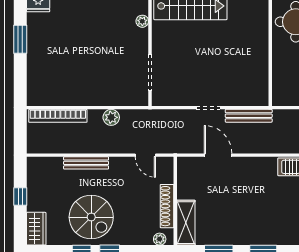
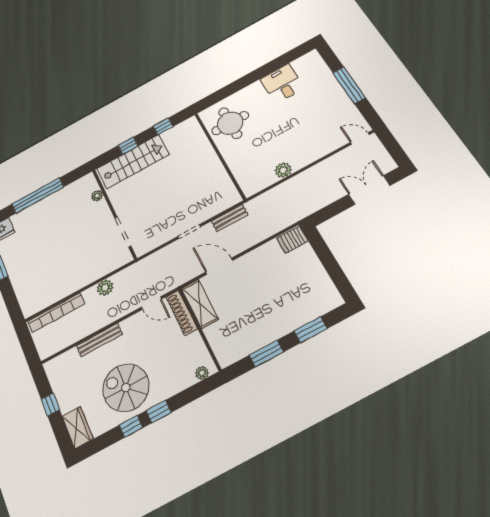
bench: (249, 116) -> (230, 218), width x0.73
shoe rack: (167, 206) -> (182, 313), moved
spiral stairs: (91, 217) -> (126, 388), turned 180
shelving: (186, 223) -> (200, 304), moved

